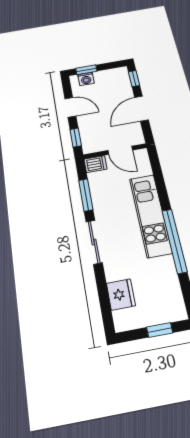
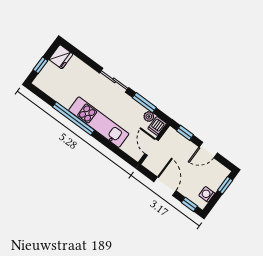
washing machine: (86, 79) -> (207, 194), moved
door: (120, 150) -> (152, 147), hinge flipped
plant: (95, 179) -> (149, 117), added
fridge: (121, 294) -> (61, 57), moved, turned -90

